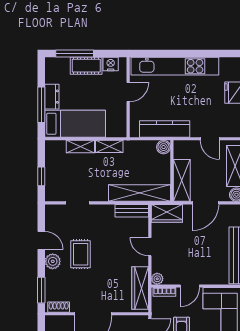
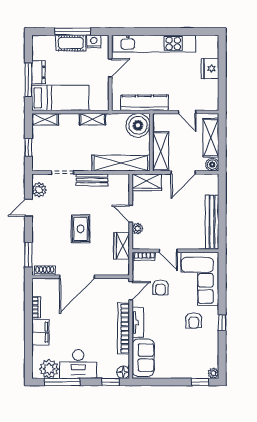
window: (75, 53) -> (73, 32), moved
shelving: (80, 147) -> (45, 119), moved
boiler: (164, 147) -> (138, 125), width x1.86, depth x1.86
bench: (132, 211) -> (92, 180), moved
door: (41, 240) -> (28, 208), swing flipped
rug: (81, 254) -> (80, 229), moved
plant: (53, 261) -> (39, 190), moved
plant: (157, 279) -> (138, 229), moved
door: (190, 286) -> (168, 251), hinge flipped
wardrobe: (140, 288) -> (122, 246), width x0.67

